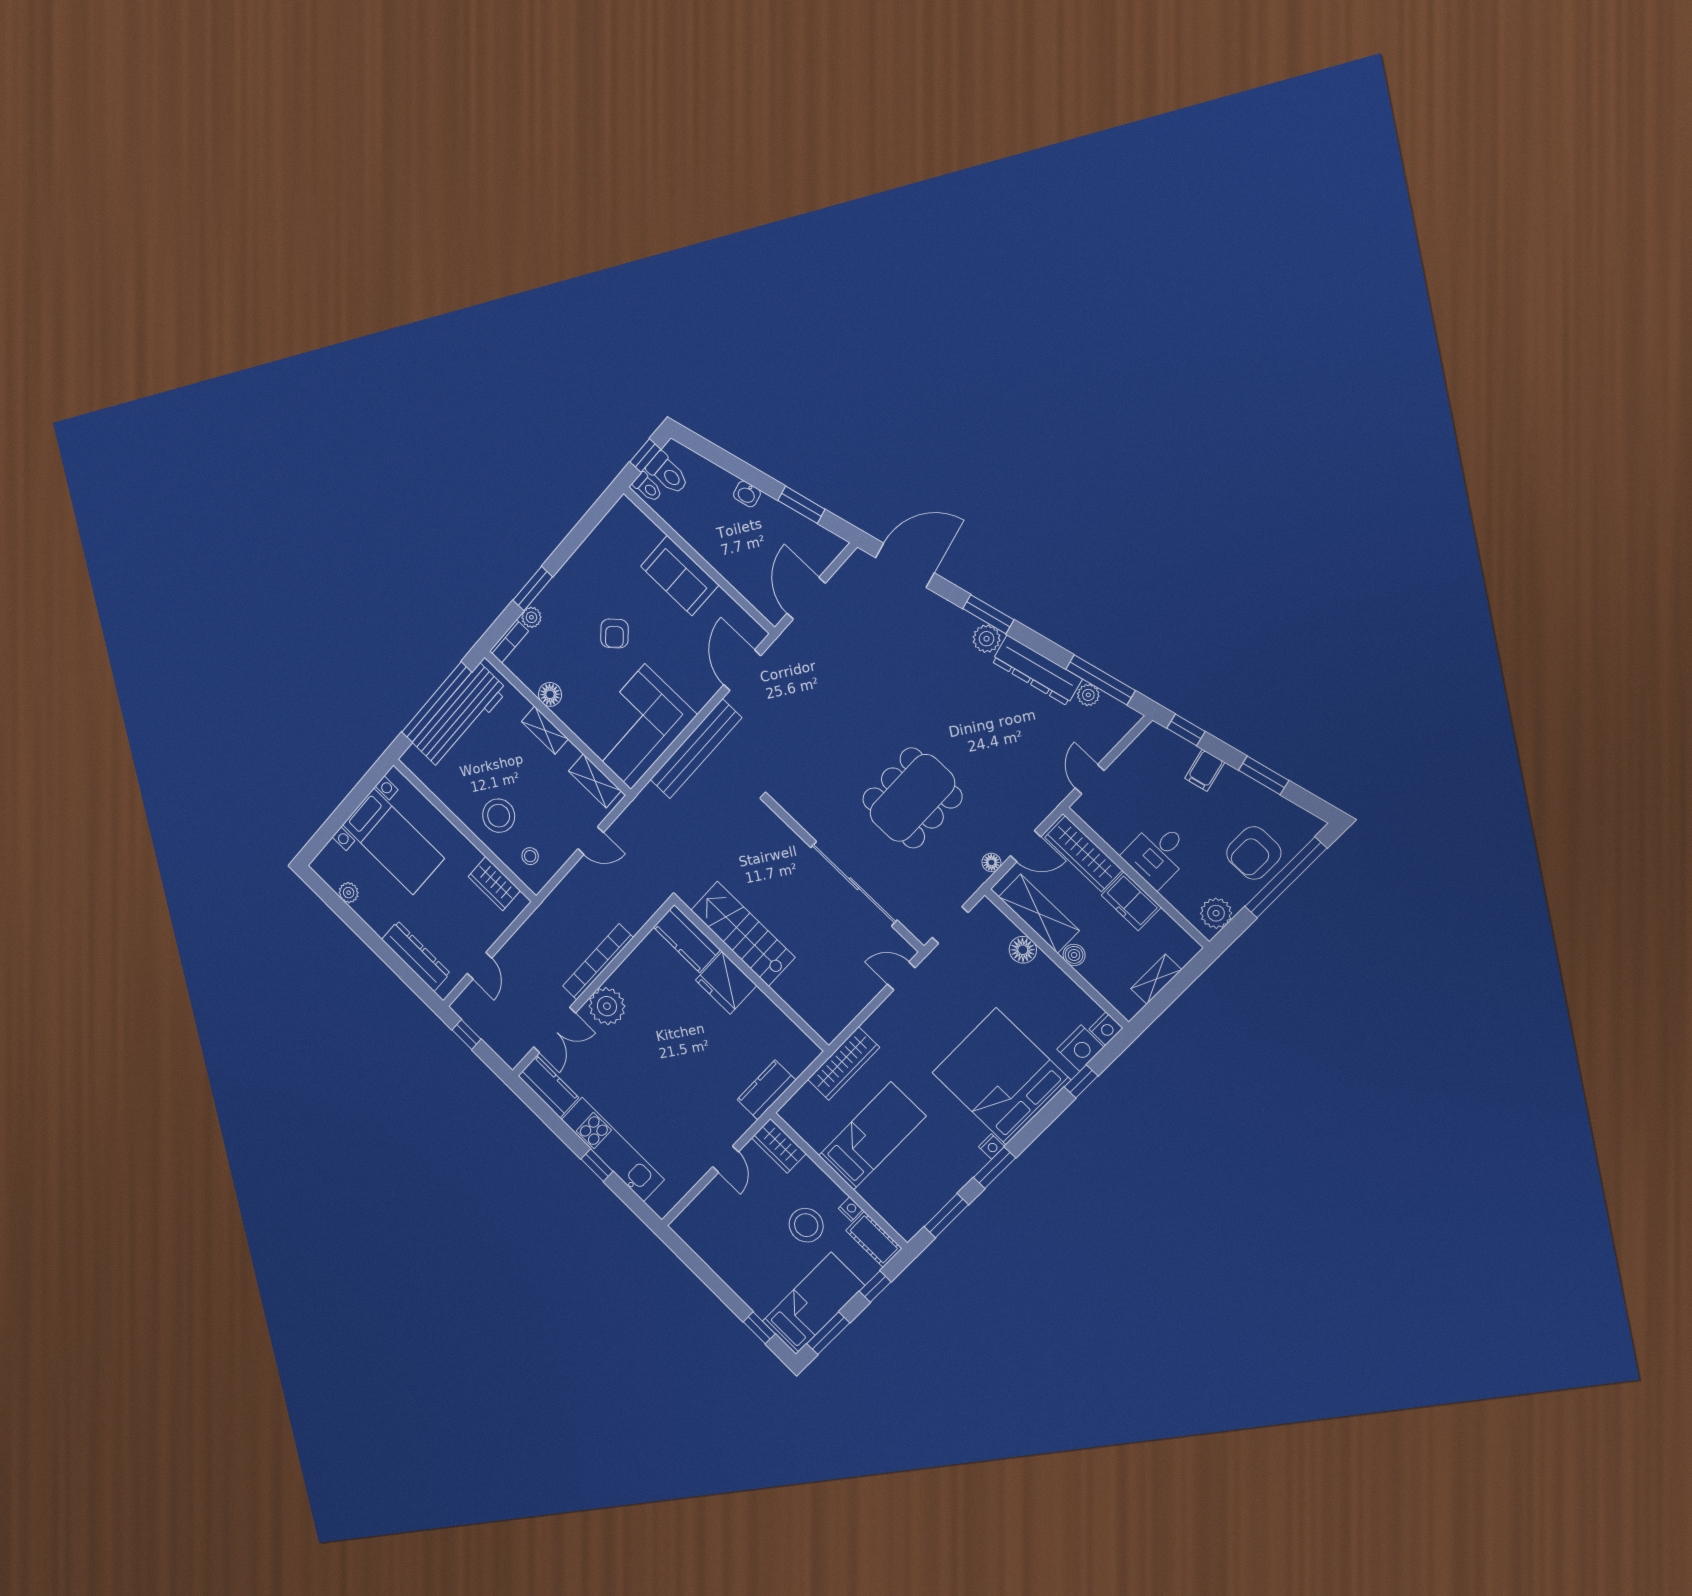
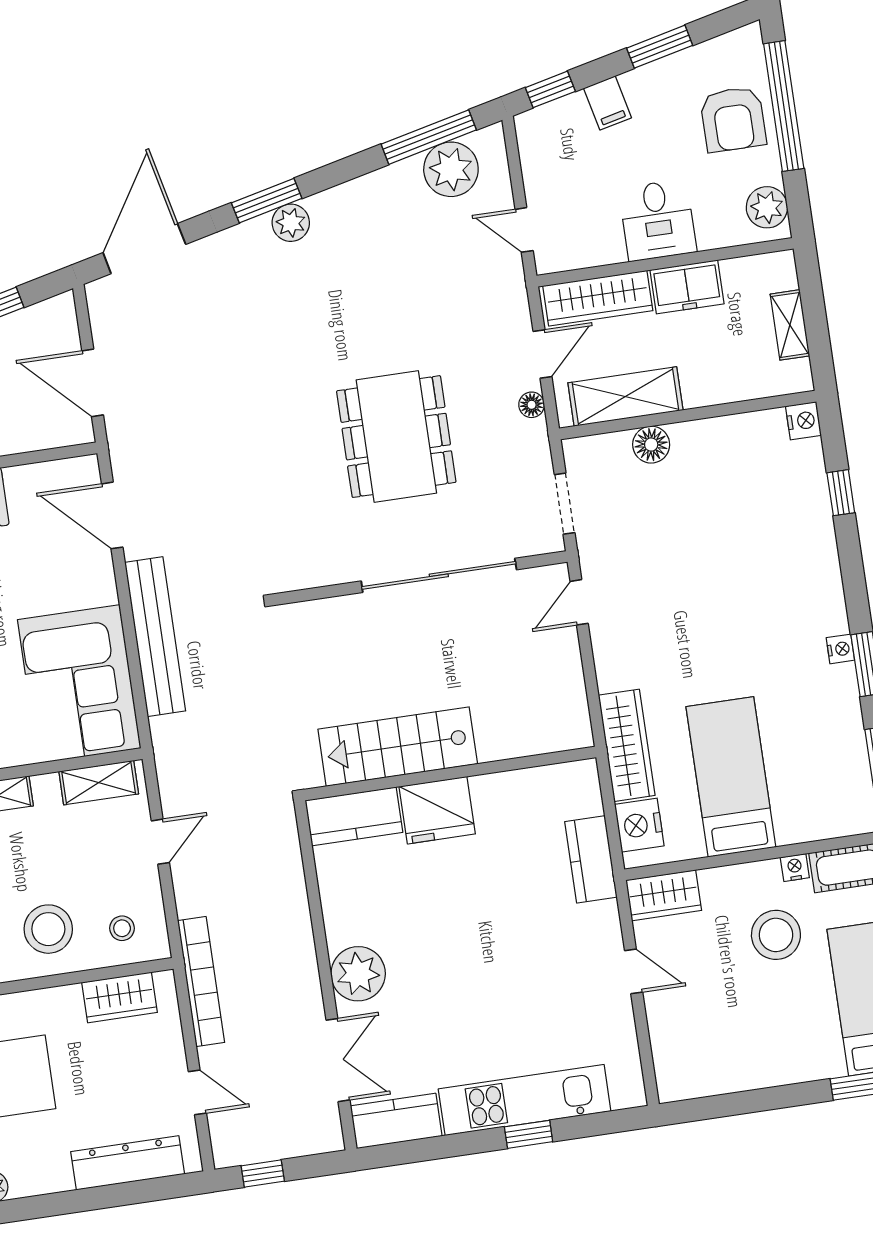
dresser: (1037, 670) -> (366, 196), removed
plant: (1088, 695) -> (451, 169), width x1.88, depth x1.88
boiler: (1074, 955) -> (698, 393), removed
bookcase: (598, 962) -> (201, 982), moved, turned 180
nightstand: (1080, 1048) -> (639, 825), moved, turned 180
bed: (1001, 1076) -> (771, 577), removed

